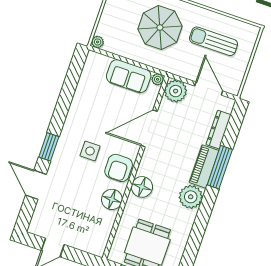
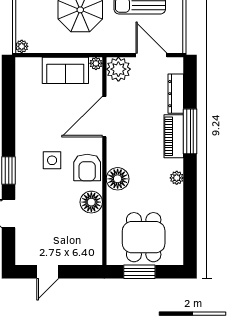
plant: (191, 197) -> (177, 178), width x0.53, depth x0.53

